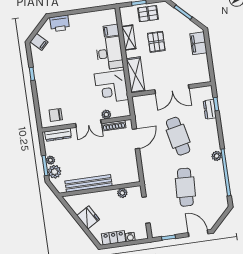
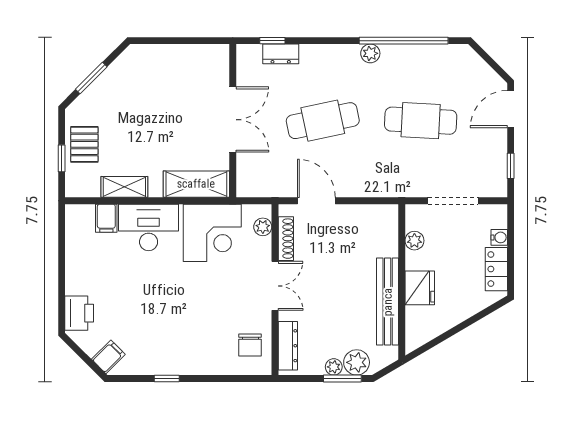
pallet: (156, 42) -> (140, 136), removed
filing cabinet: (198, 43) -> (153, 58), removed
plant: (106, 114) -> (263, 227), moved
fridge: (88, 217) -> (420, 288), moved, turned 120

